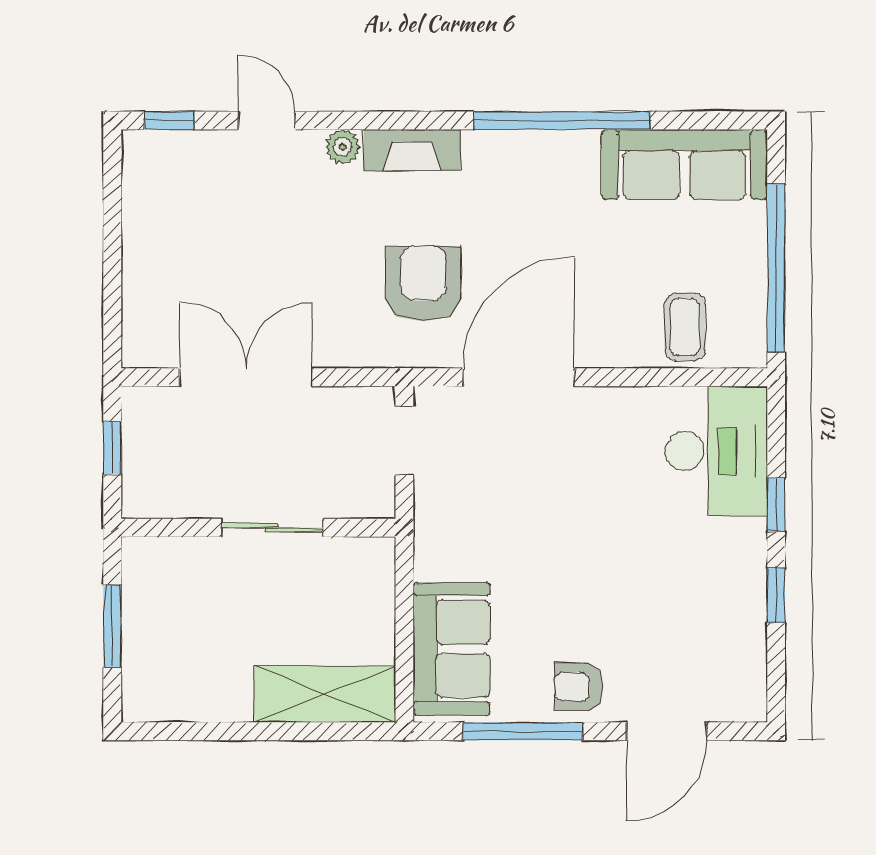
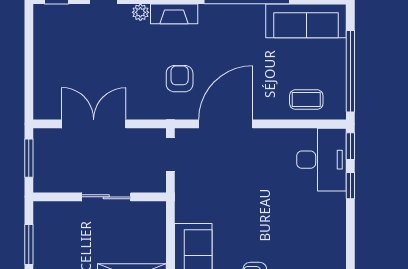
armchair: (423, 284) -> (180, 79), width x0.72, depth x0.72
coffee table: (685, 327) -> (306, 100), turned 90
window: (112, 448) -> (29, 158), width x1.50
window: (776, 595) -> (350, 146), moved

